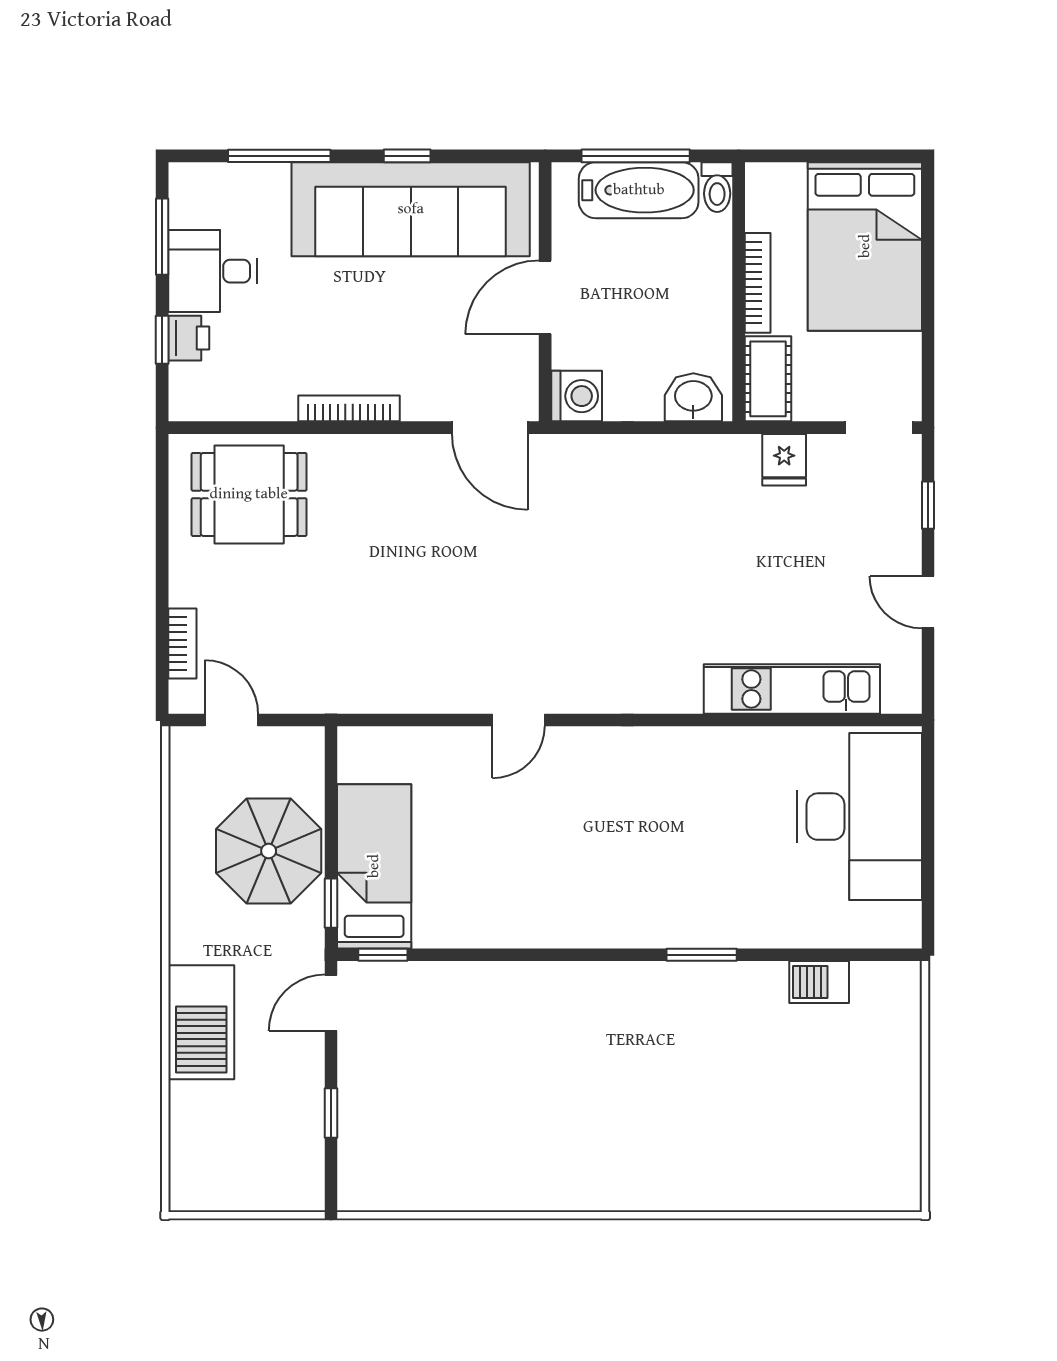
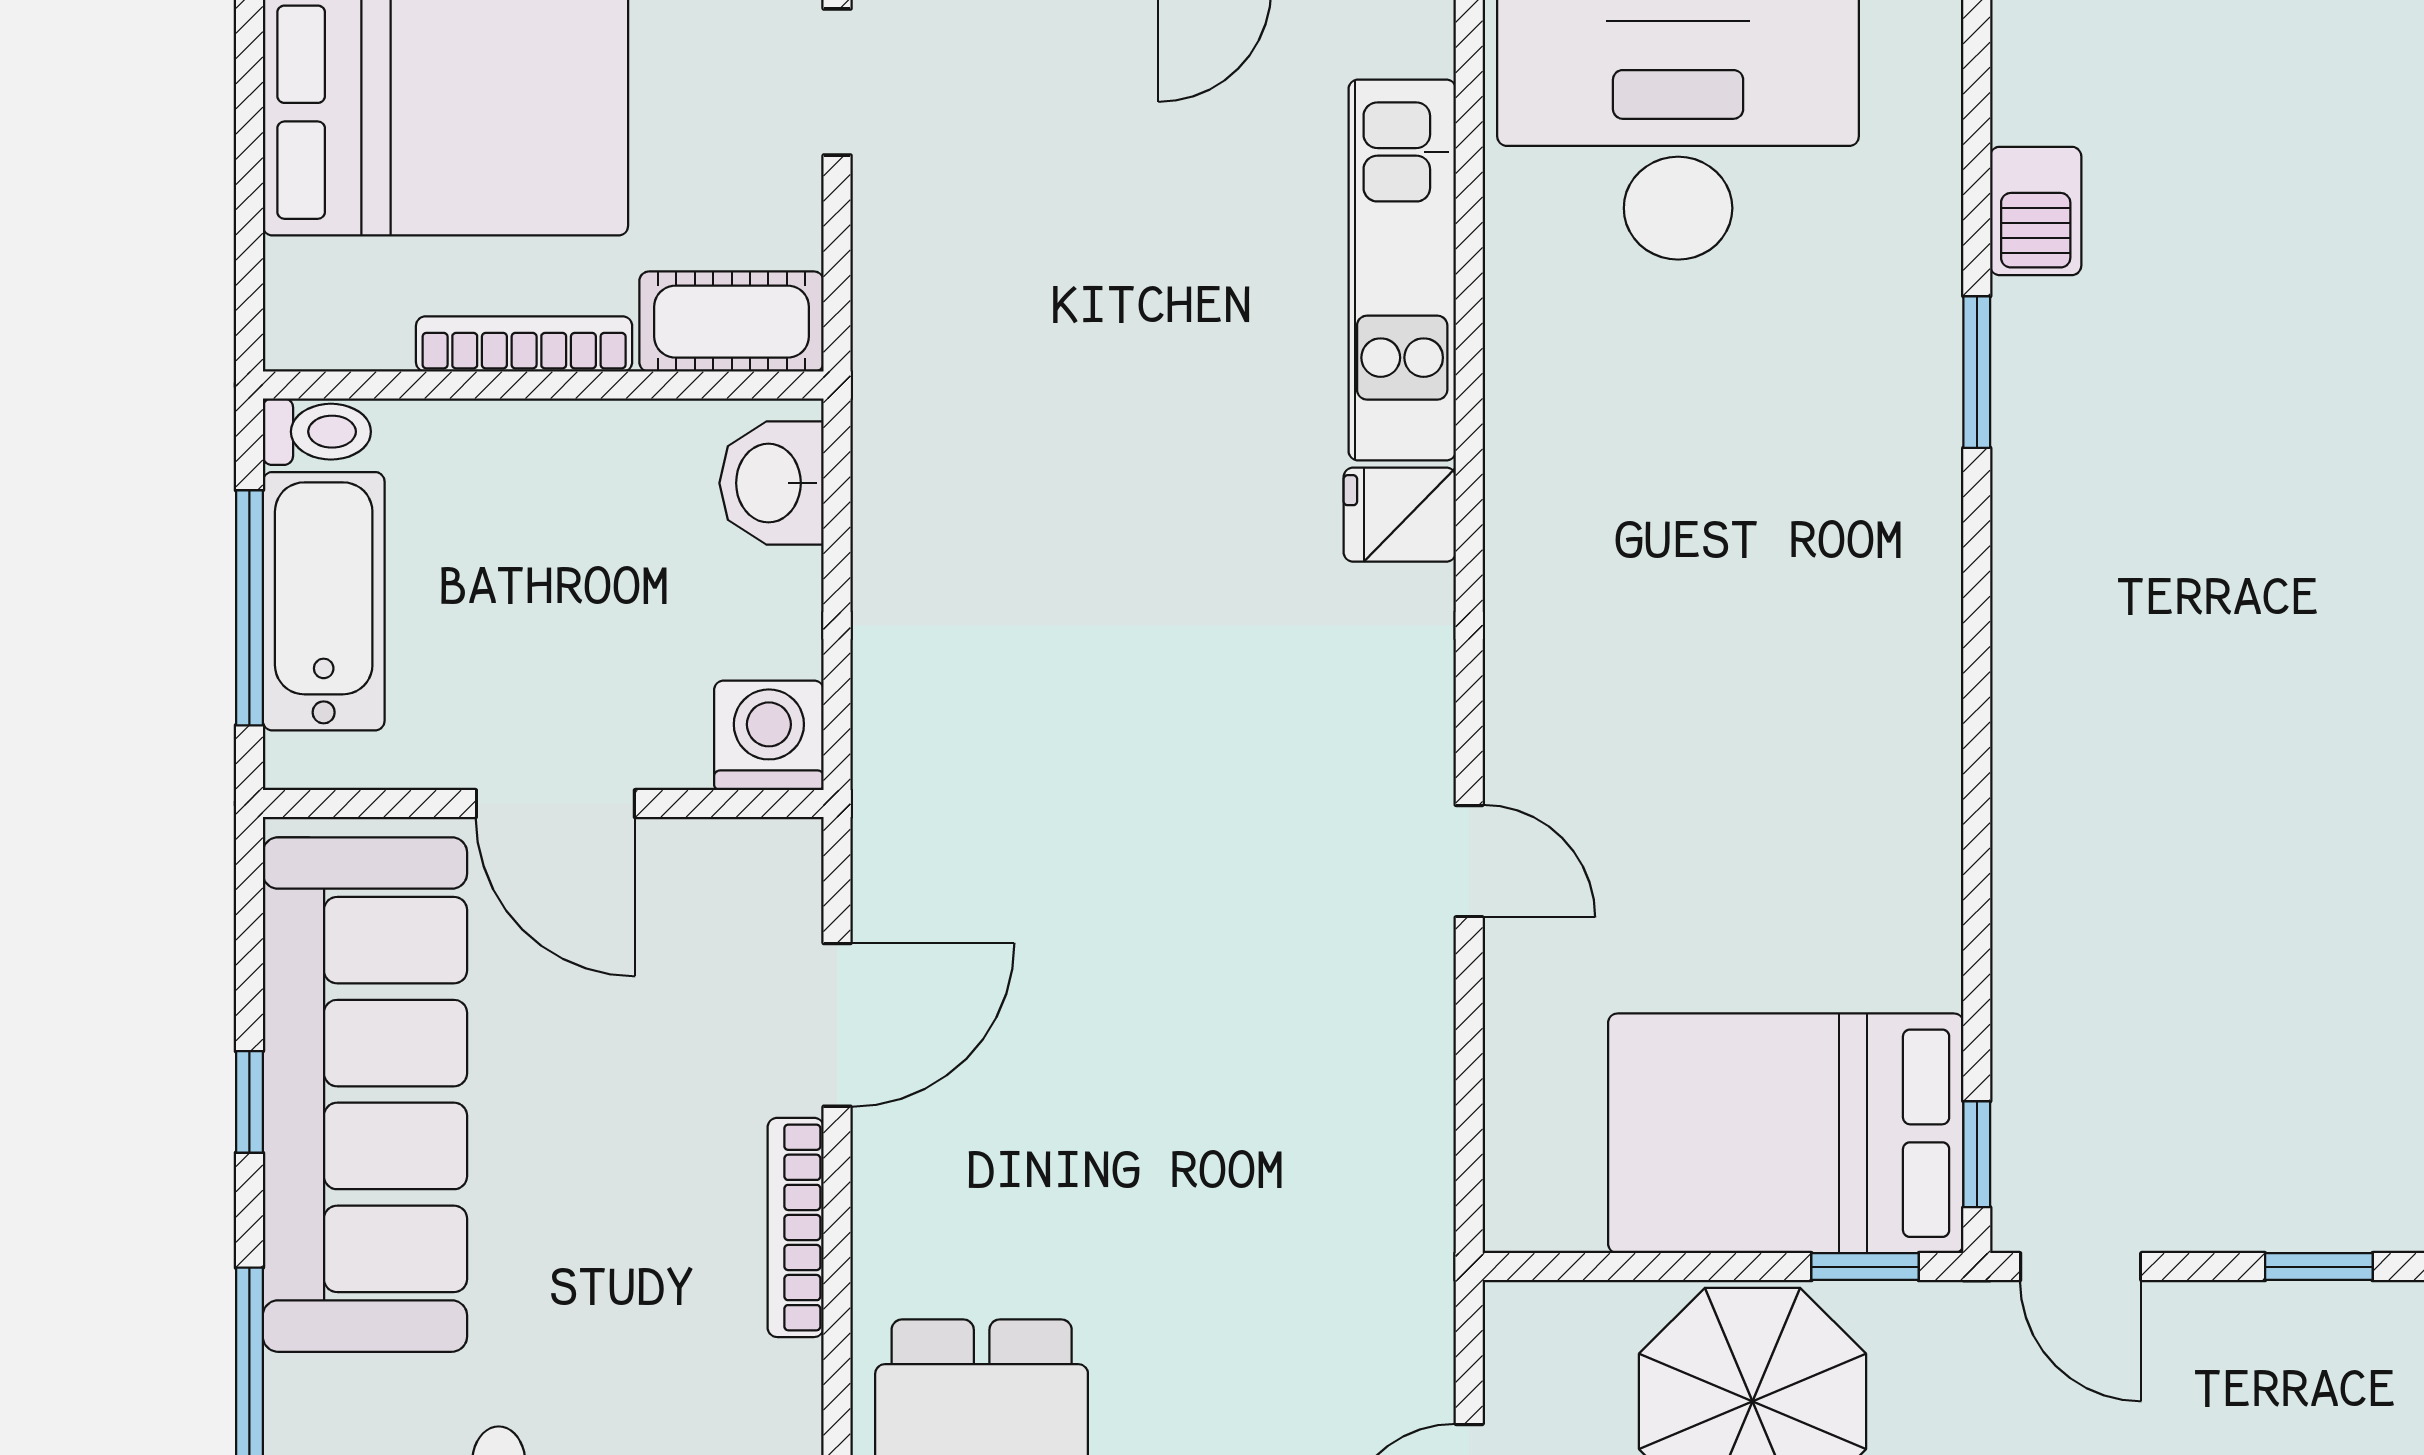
door: (490, 428) -> (837, 1025), moved
fridge: (784, 460) -> (1400, 515), moved, turned 180
bed: (374, 866) -> (1786, 1133), width x1.50
window: (702, 955) -> (1977, 372), moved

